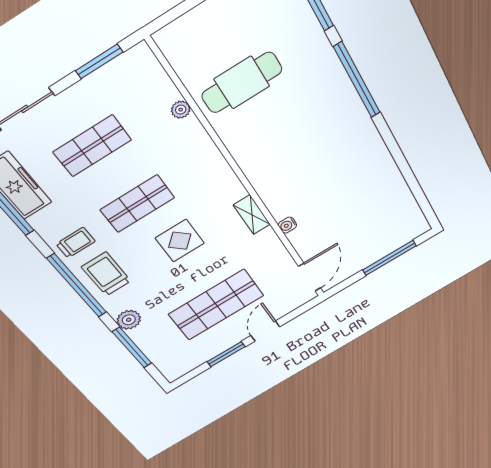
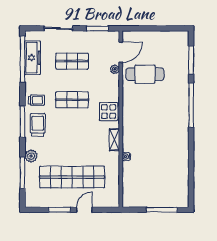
display table: (180, 241) -> (109, 112), moved
door: (310, 277) -> (121, 52), moved
window: (77, 286) -> (22, 122), width x0.68
shop shelf: (216, 305) -> (72, 177), width x1.40

